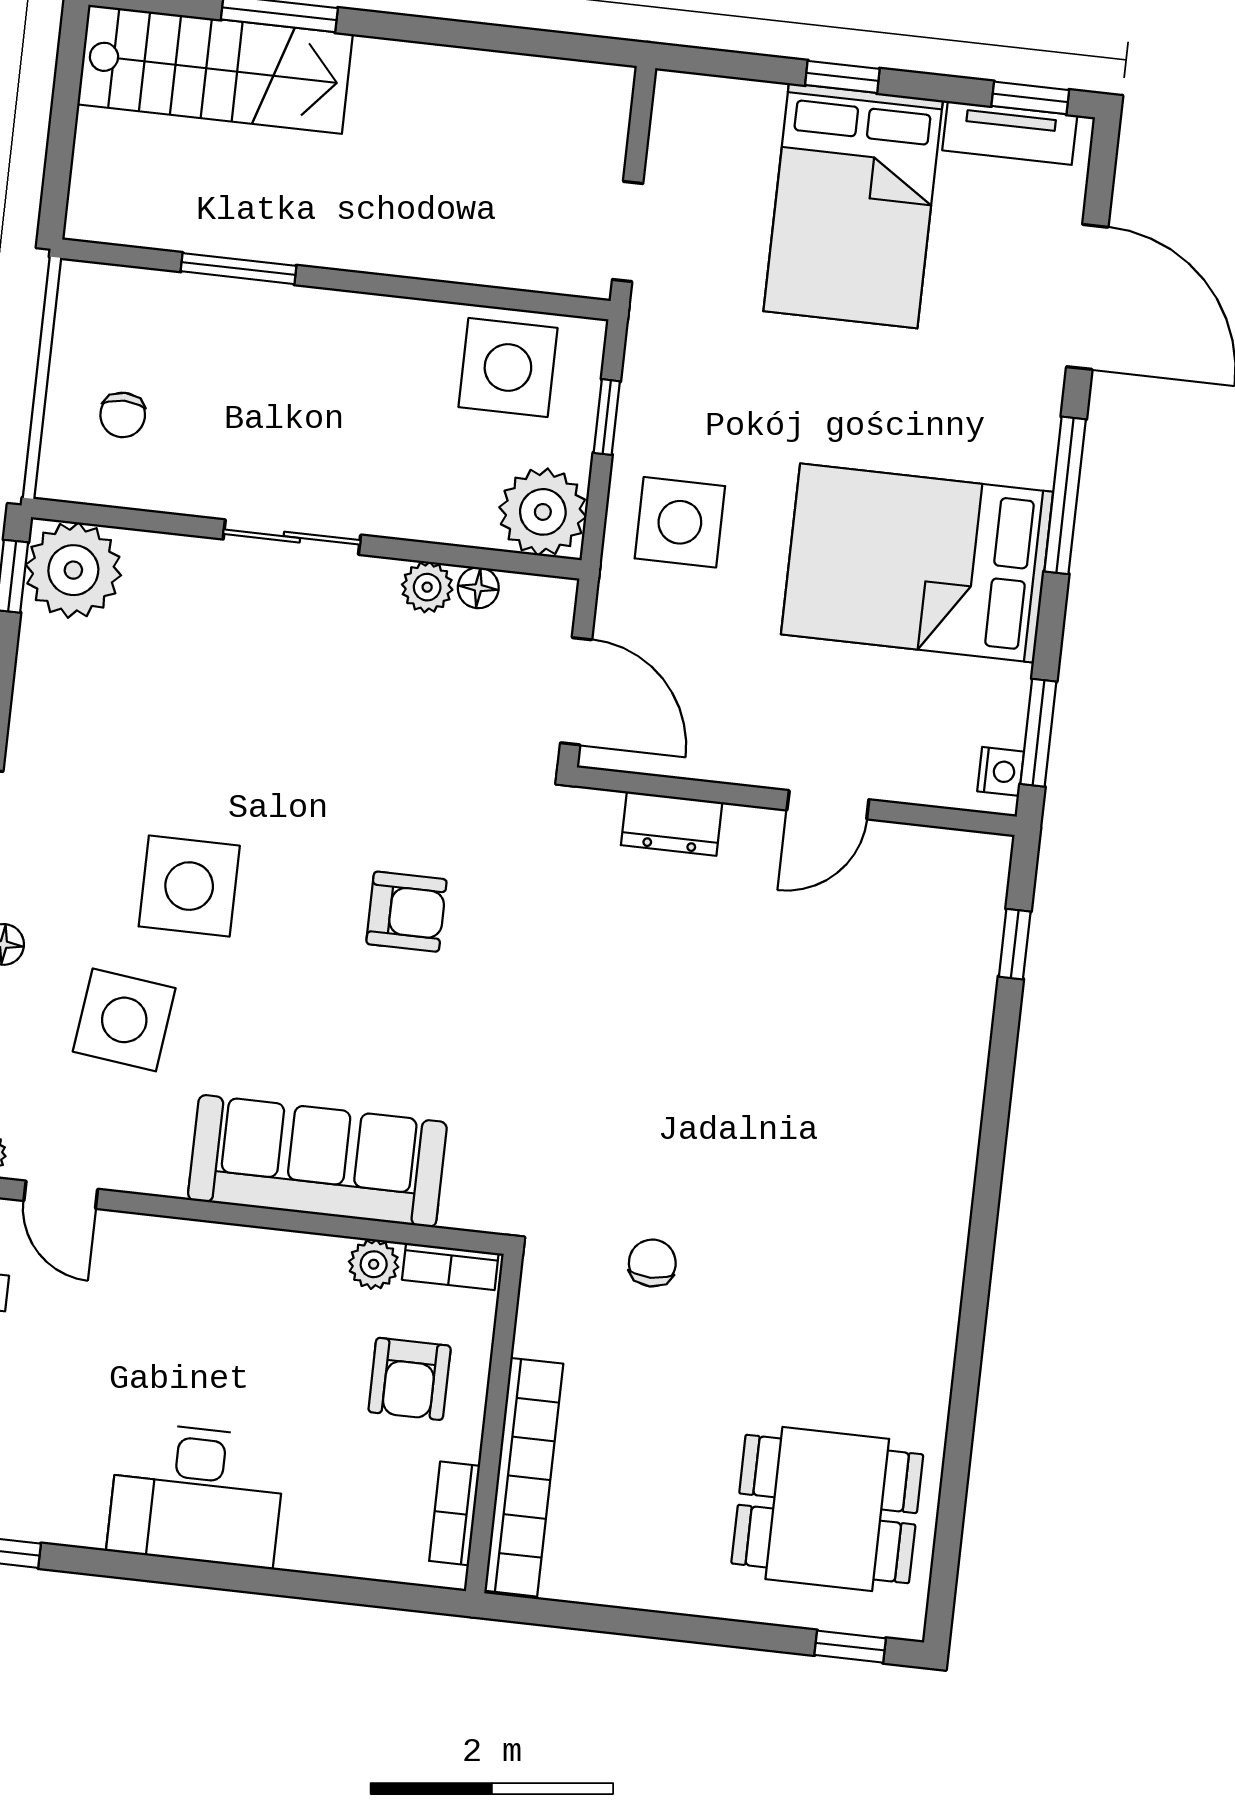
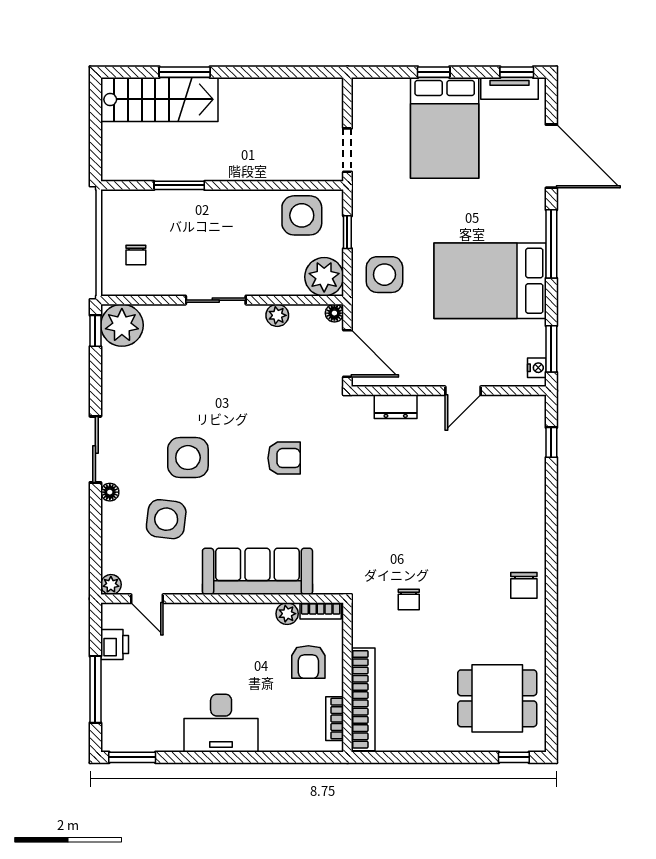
floor lamp: (478, 588) -> (334, 313), moved
chair: (916, 1260) -> (524, 585), added
chair: (652, 1263) -> (409, 599), turned 180

